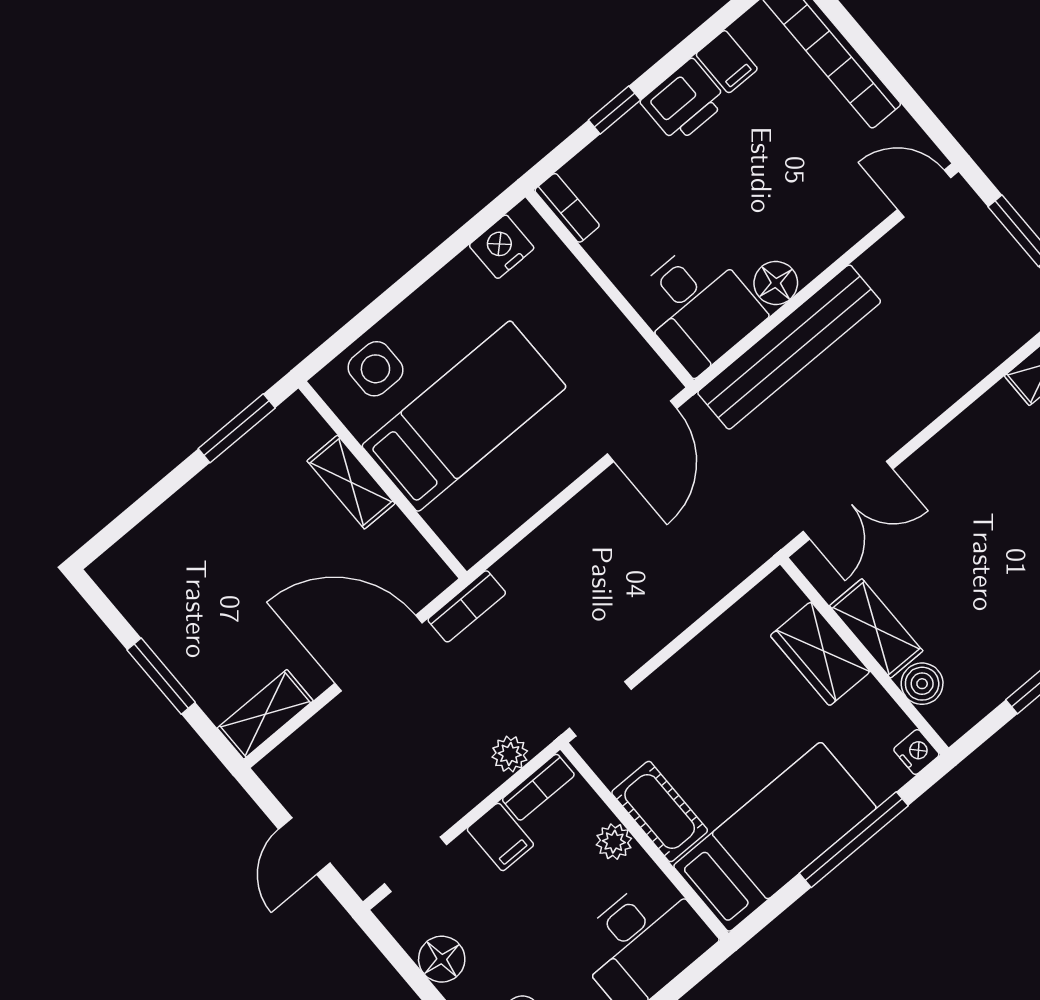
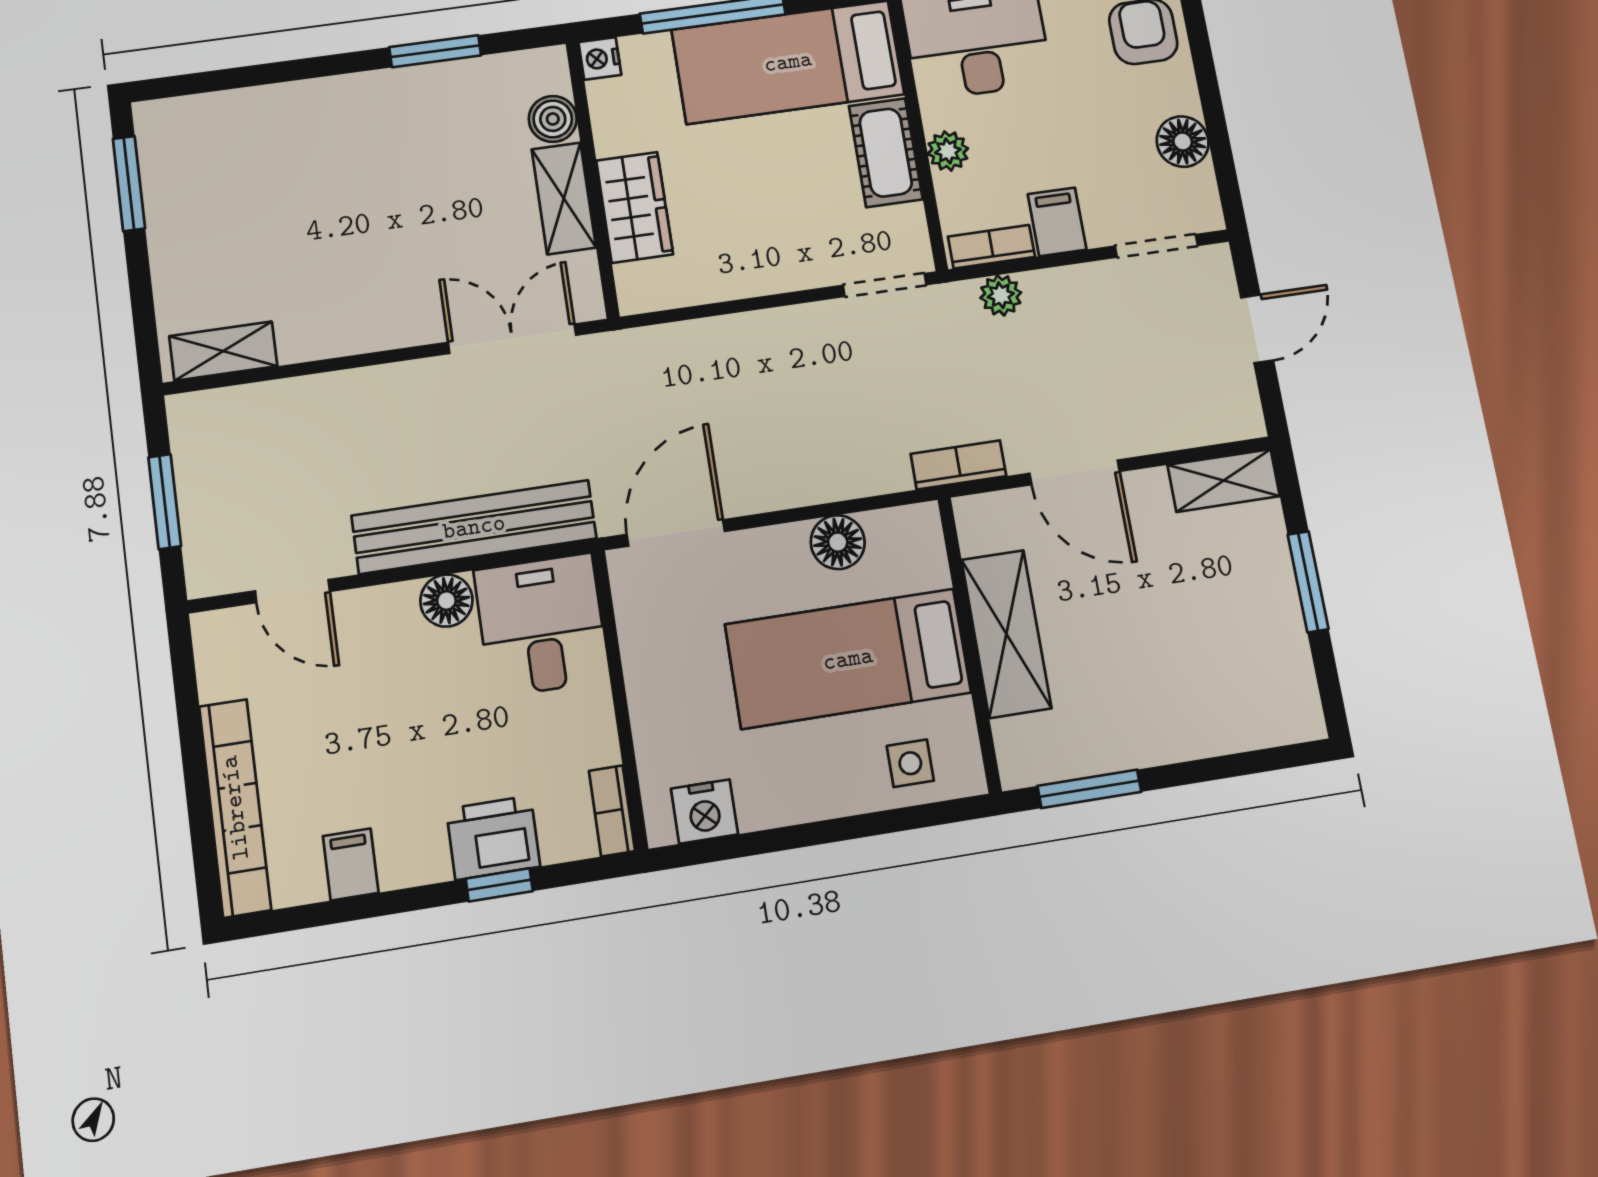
printer: (684, 101) -> (493, 838), moved
door: (924, 194) -> (292, 591), moved
side table: (375, 369) -> (910, 763), width x0.73, depth x0.73
shelving: (351, 482) -> (1006, 634), width x1.50, depth x1.33
floor lamp: (521, 496) -> (838, 542), added
door: (378, 653) -> (1075, 472), width x0.73

